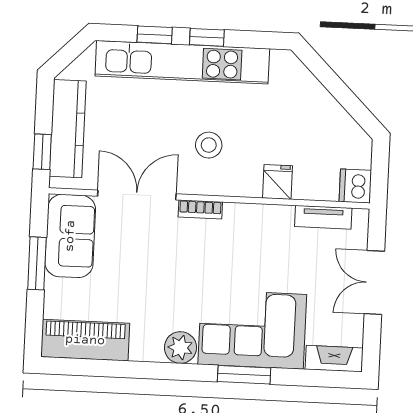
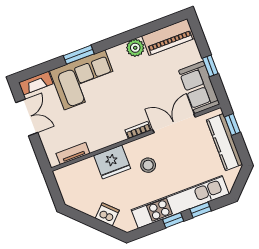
fridge: (278, 182) -> (112, 162), width x1.88, depth x1.34
dishwasher: (355, 186) -> (107, 214), moved, turned -45
double door: (137, 195) -> (174, 123), swing flipped
window: (37, 263) -> (210, 66), width x0.67
double door: (374, 282) -> (27, 117), moved
plant: (180, 348) -> (135, 48), moved

